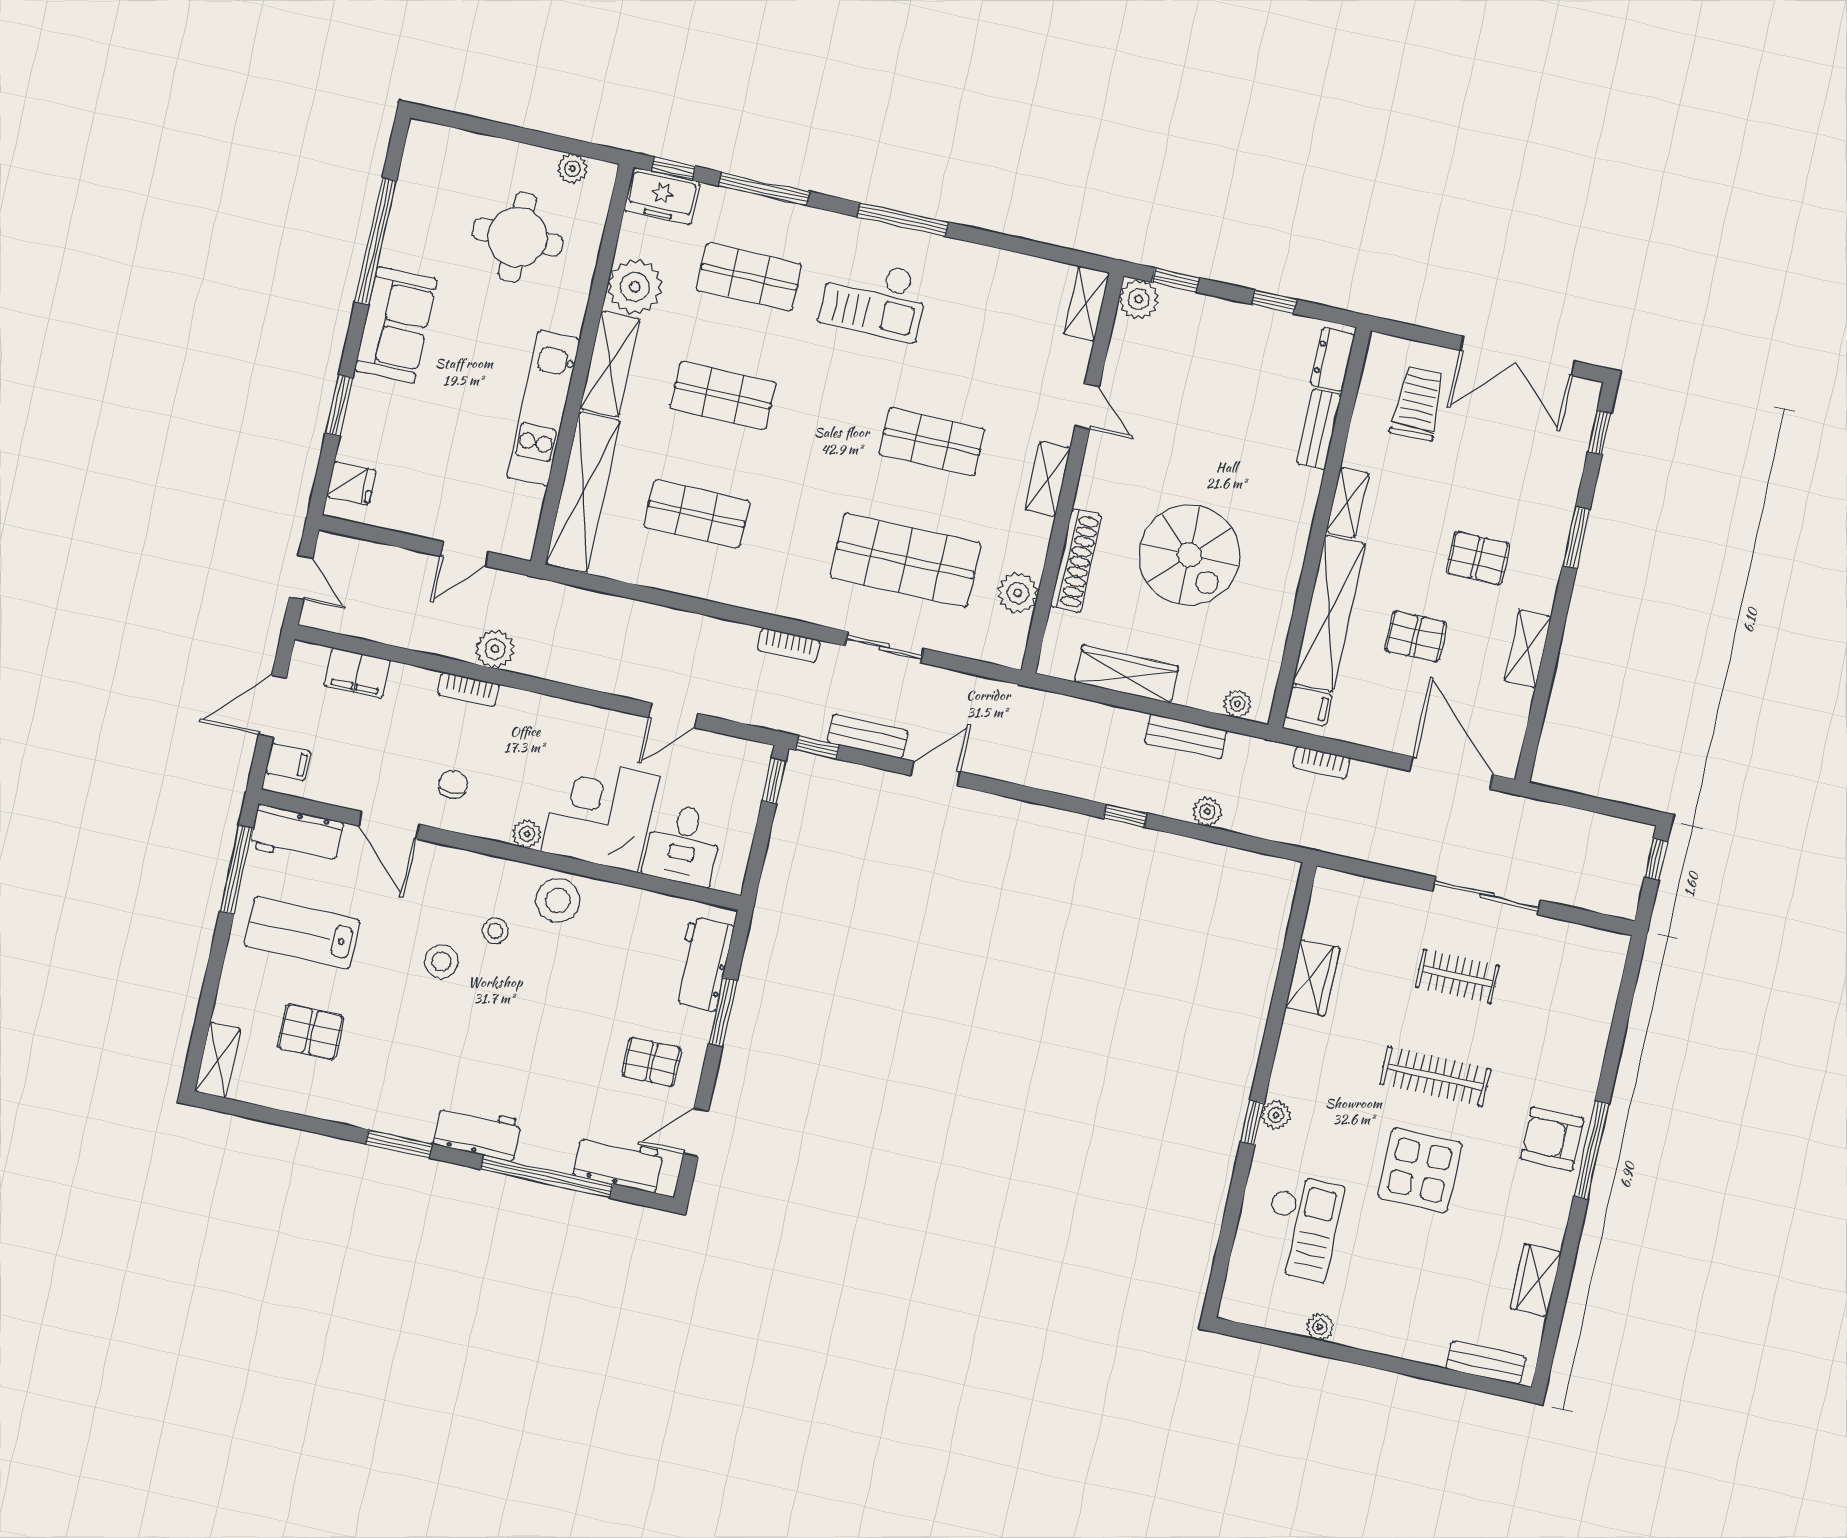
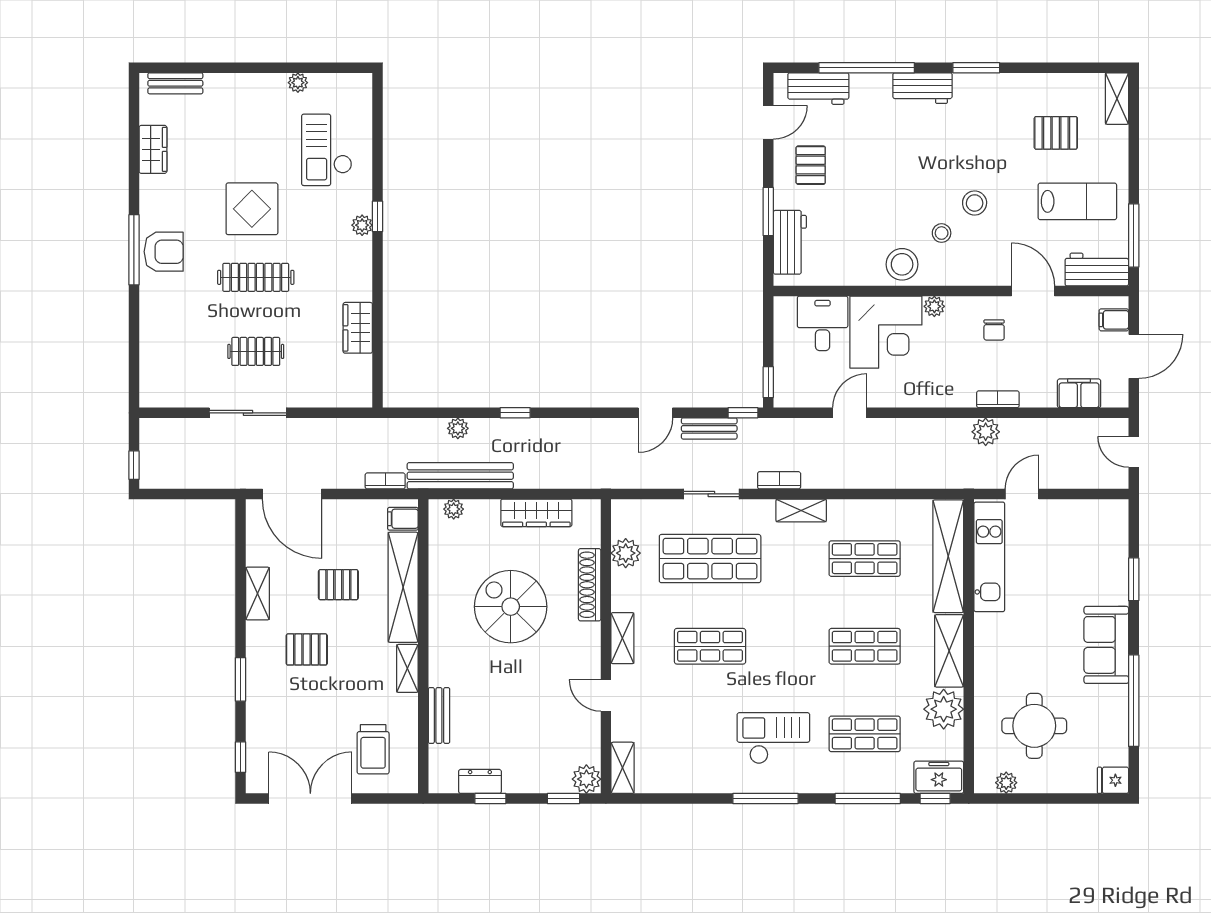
dresser: (1332, 360) -> (480, 781), moved, turned -90
kitchen unit: (543, 408) -> (989, 557), moved
fridge: (351, 483) -> (1113, 780), moved
shelving: (768, 598) -> (801, 510), added
bench: (1186, 737) -> (460, 476), width x1.86, depth x1.21
pallet: (652, 1062) -> (811, 165), turned 90

